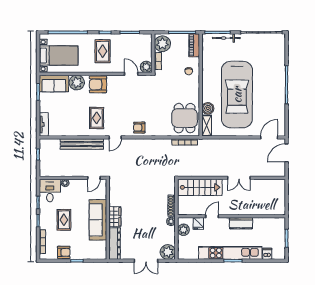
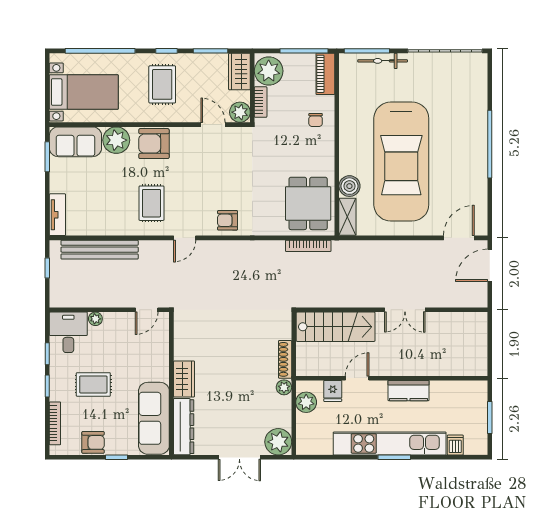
wardrobe: (146, 44) -> (239, 71), added
bench: (82, 144) -> (100, 250), moved
rug: (64, 220) -> (93, 384), turned 90
sofa: (98, 220) -> (154, 418), moved

